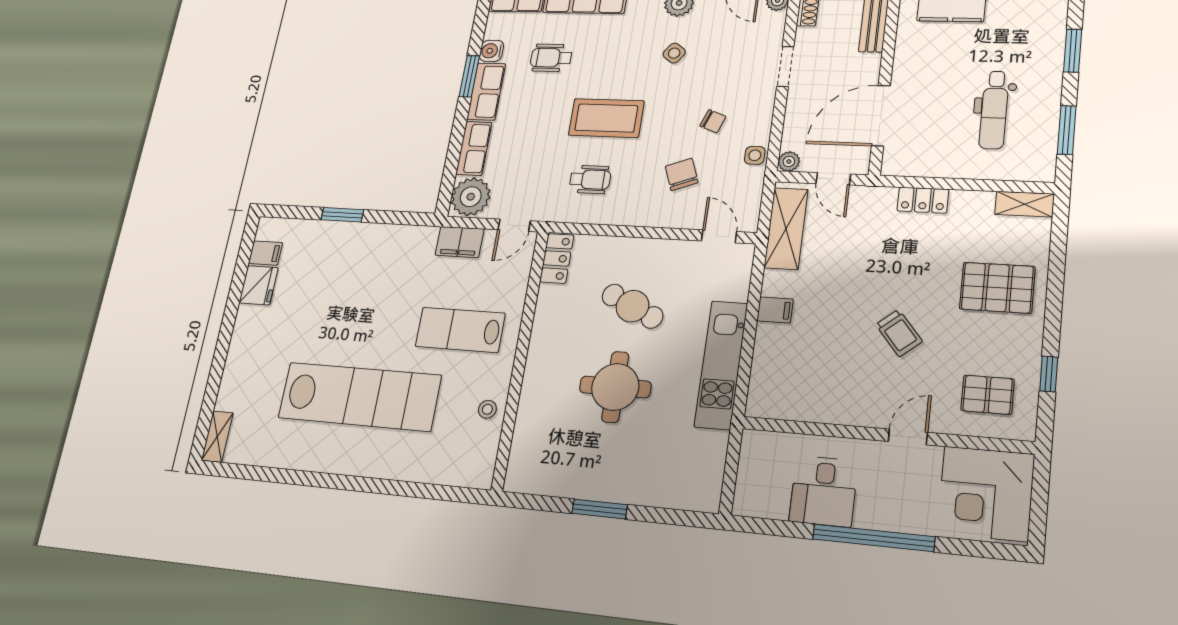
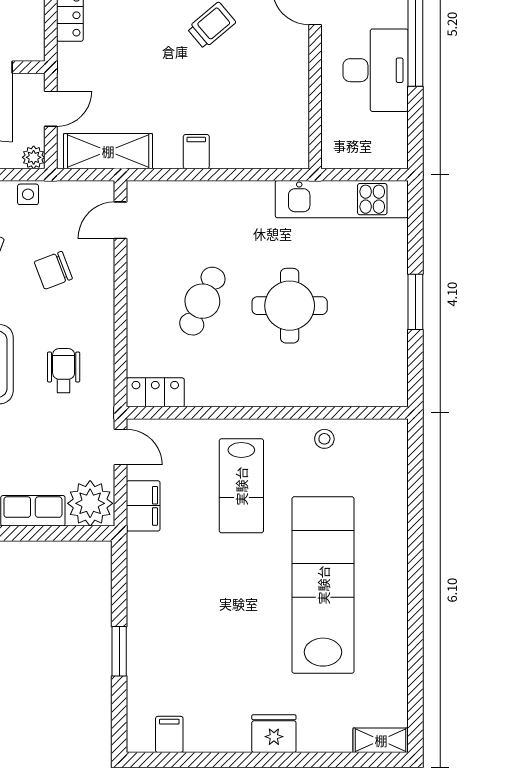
fridge: (259, 285) -> (274, 734), moved
kitchen unit: (721, 365) -> (342, 199), moved
desk: (824, 491) -> (376, 70), width x1.37

